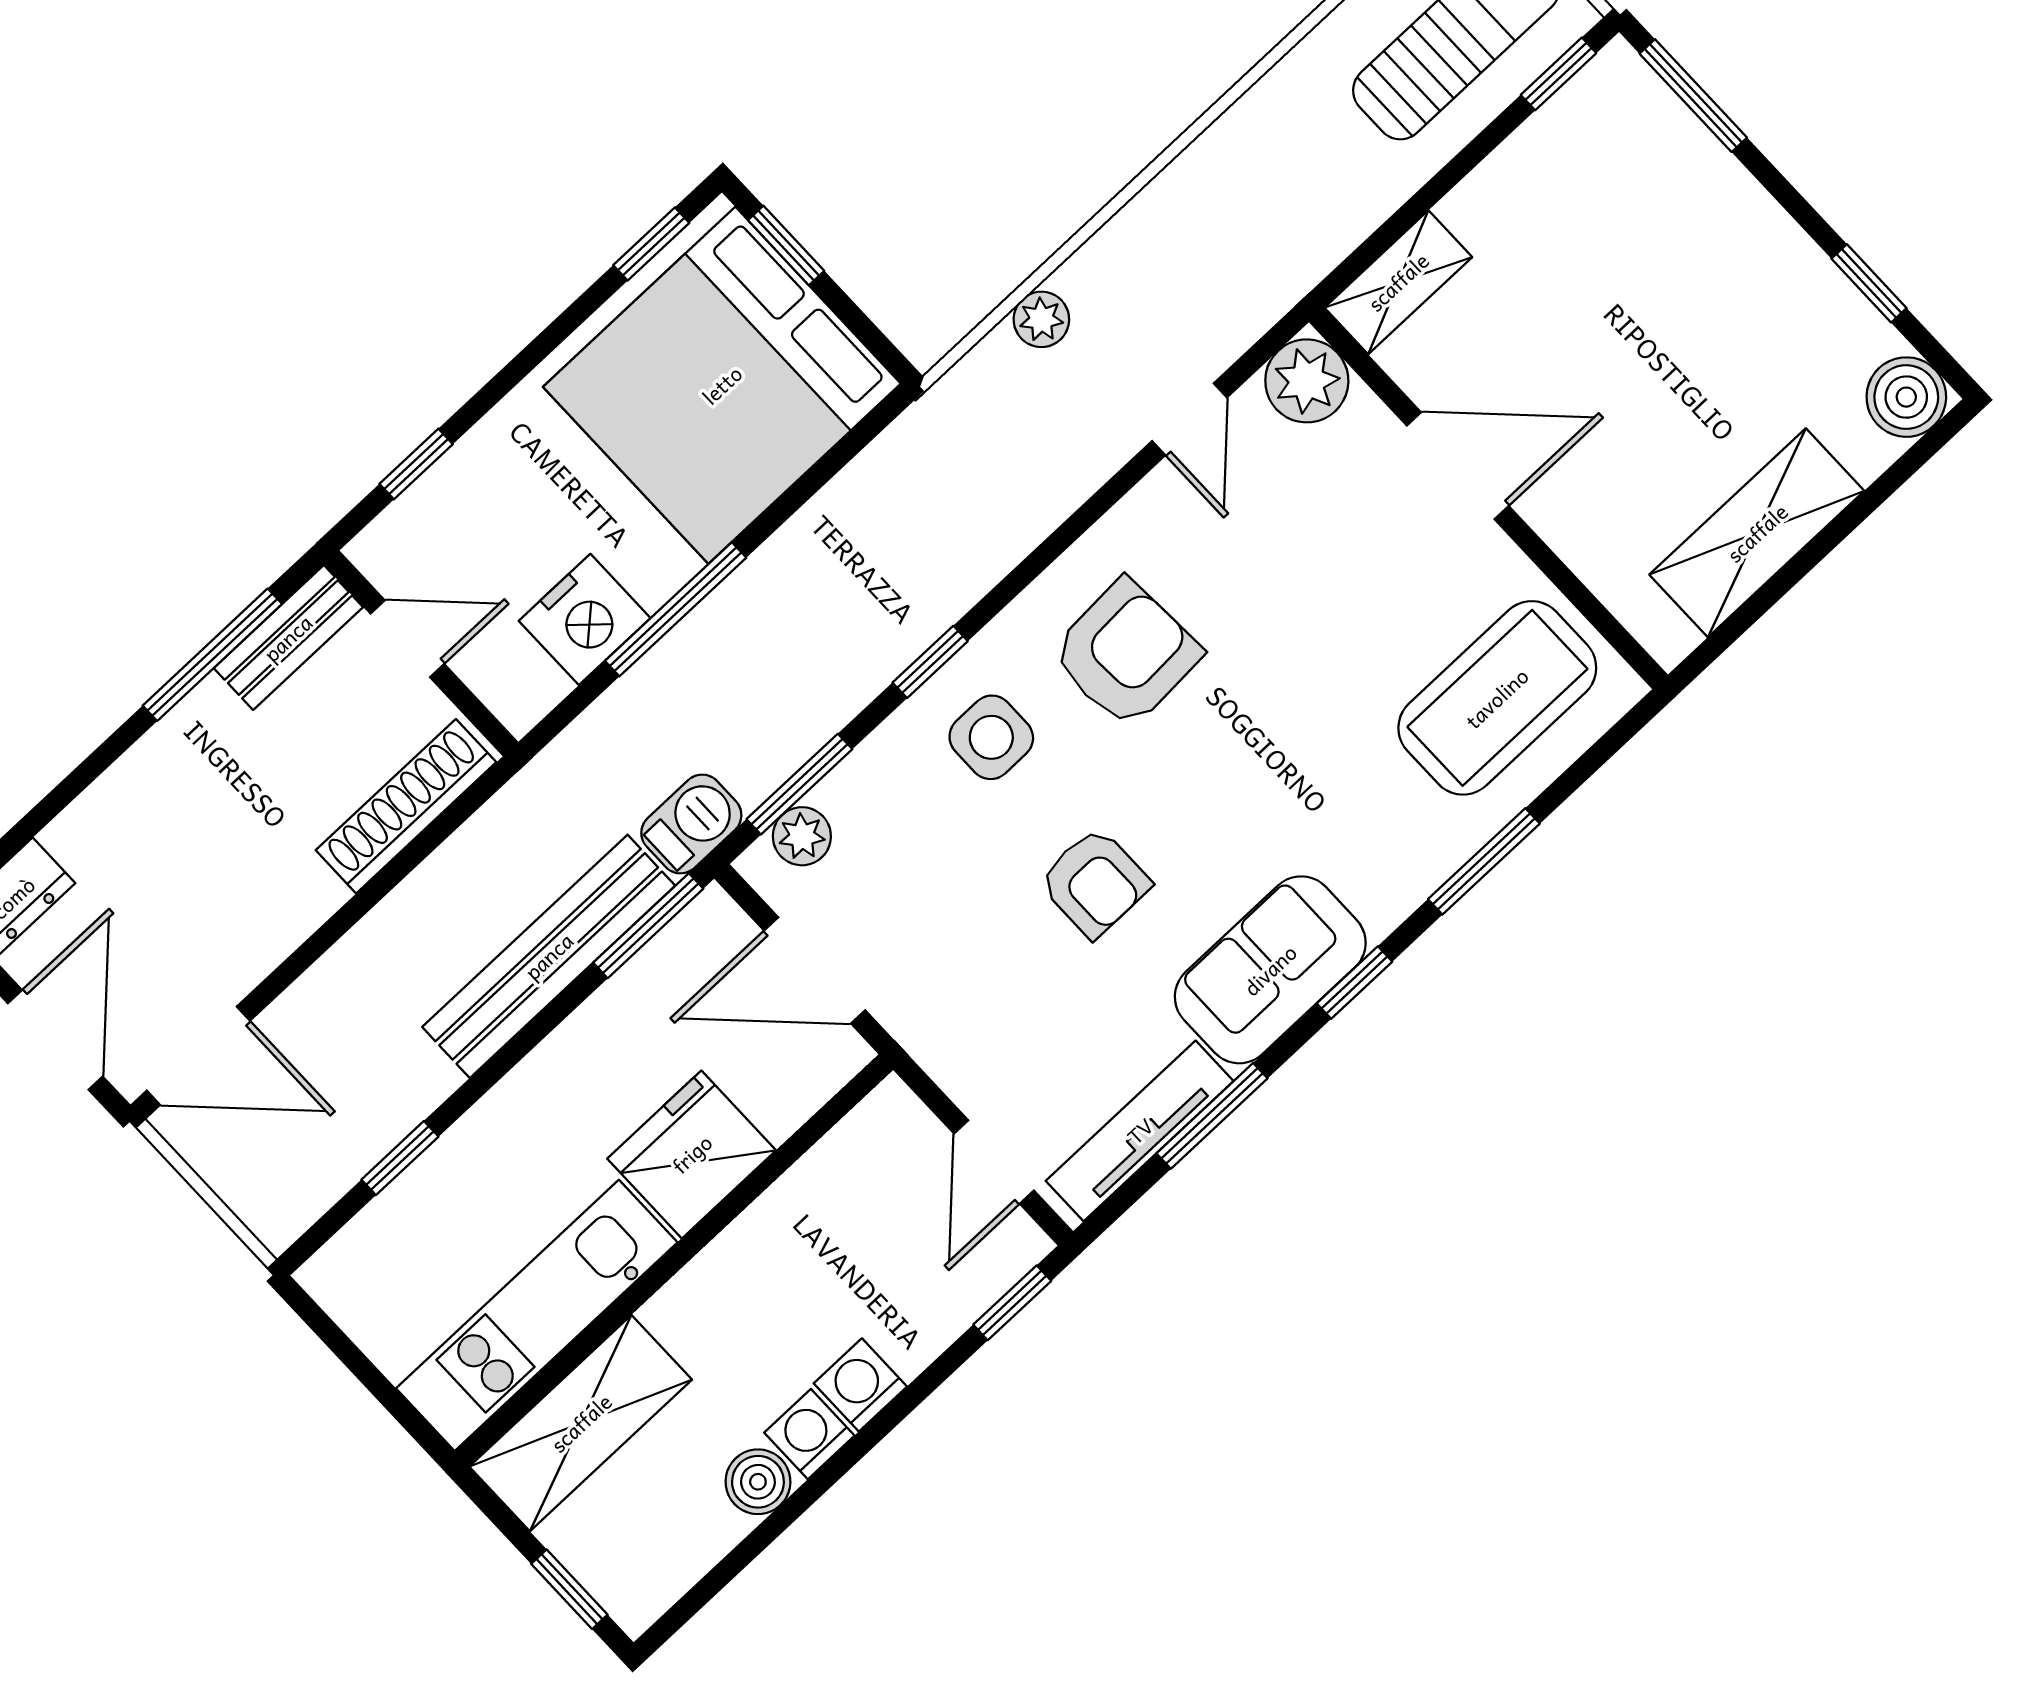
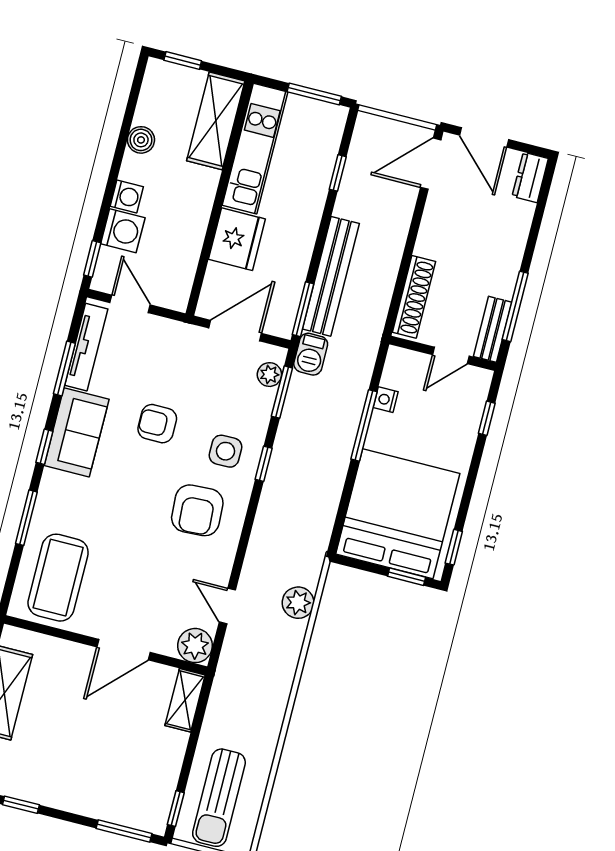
plant: (1041, 319) -> (298, 603), width x1.38, depth x1.38
nightstand: (585, 619) -> (386, 400), width x0.53, depth x0.56
window: (345, 1349) -> (314, 94), added
washing machine: (809, 1434) -> (123, 231), moved, width x1.38, depth x1.38

